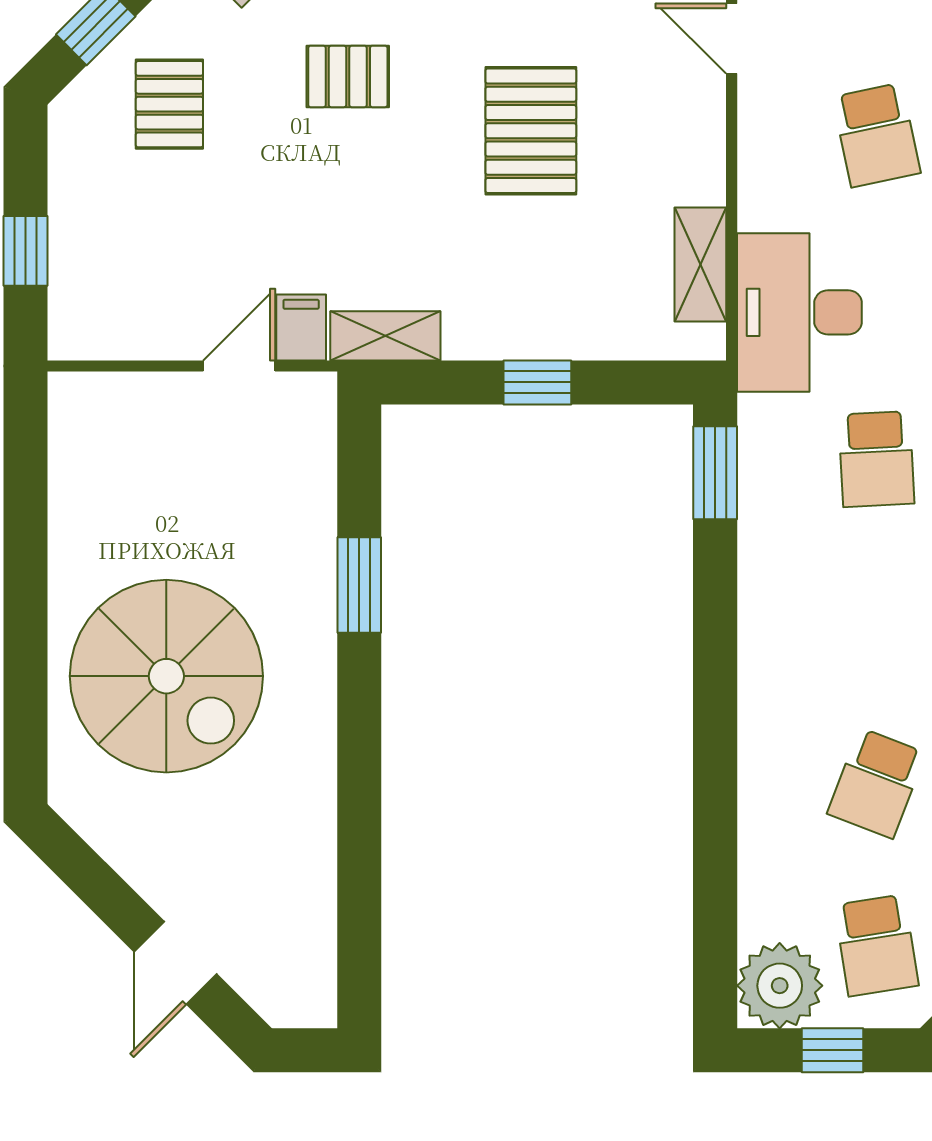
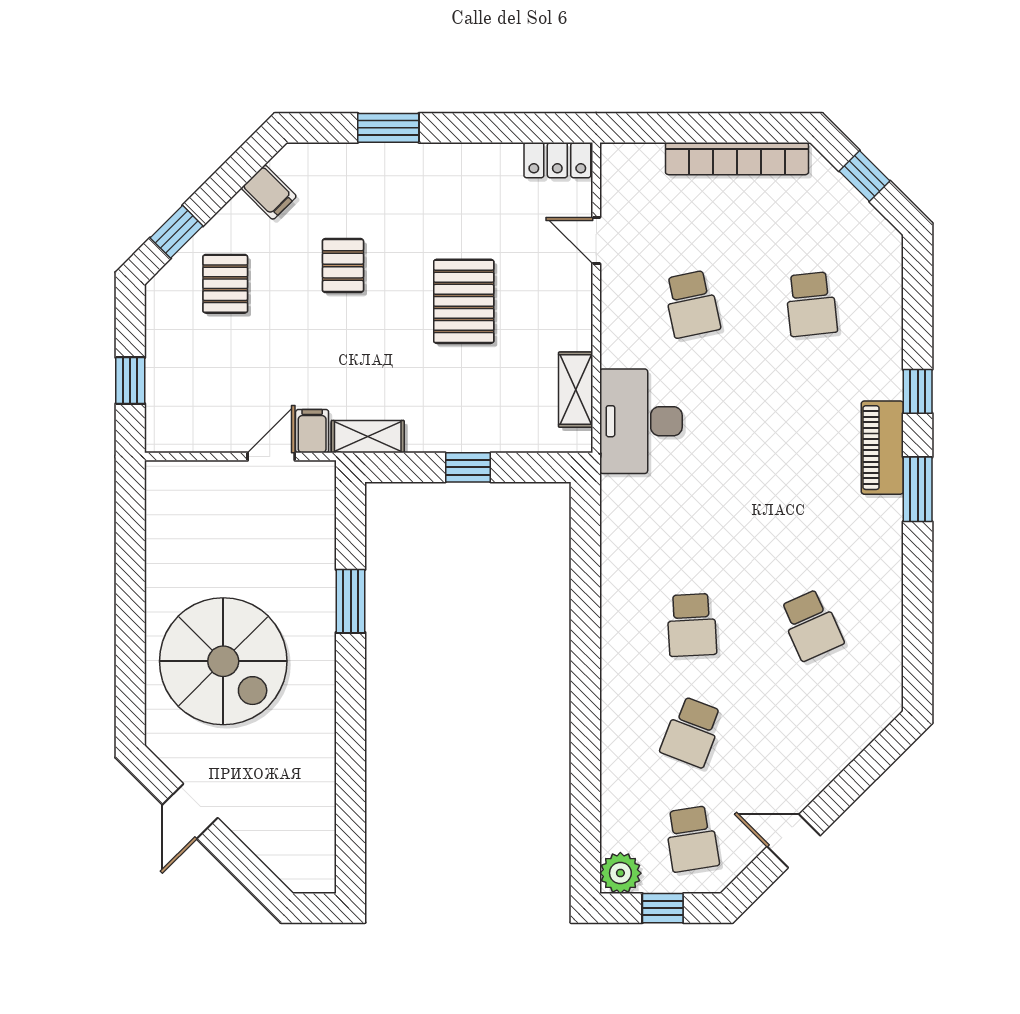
pallet: (348, 76) -> (343, 266), turned 90
school desk: (876, 459) -> (692, 625), moved
window: (715, 473) -> (585, 527), removed
door: (175, 963) -> (190, 811), moved
plant: (780, 986) -> (620, 873), width x0.73, depth x0.73

